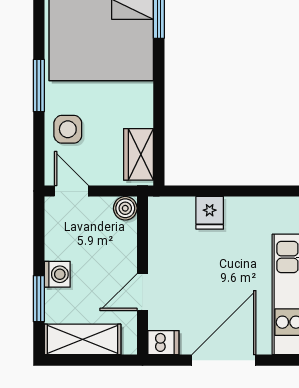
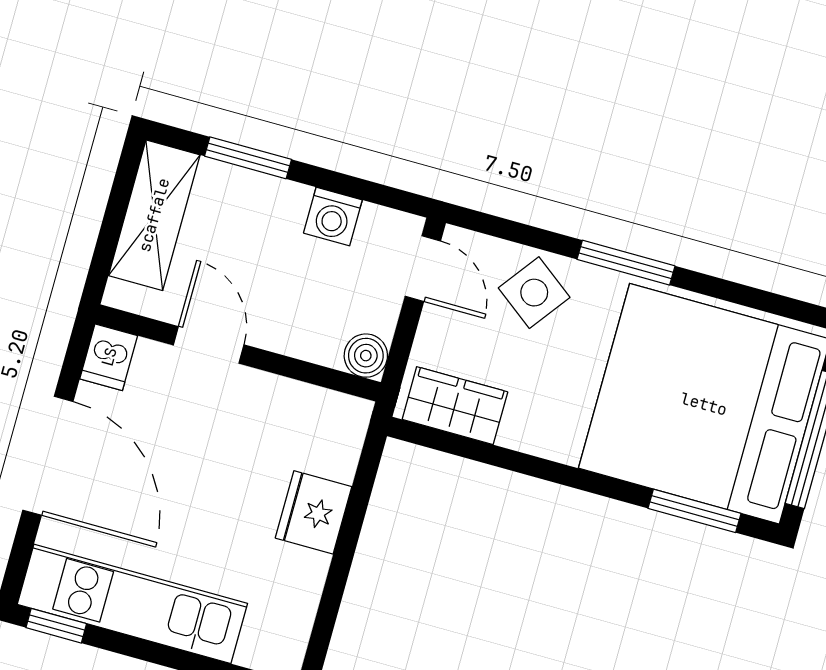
side table: (68, 129) -> (534, 293), turned 37
door: (71, 191) -> (423, 269), hinge flipped
fridge: (210, 213) -> (314, 512), width x1.38
washing machine: (57, 274) -> (333, 217), moved

